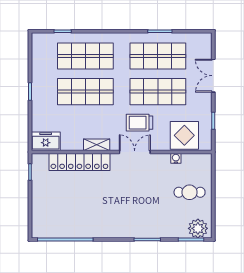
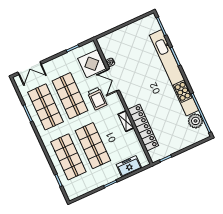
double door: (213, 76) -> (29, 68), moved
freezer: (46, 141) -> (129, 166), moved, turned 90
double door: (135, 152) -> (113, 80), moved
cafe table: (190, 192) -> (129, 42), removed
plant: (198, 228) -> (195, 121), moved
kitchen unit: (128, 229) -> (174, 73), added

